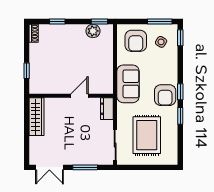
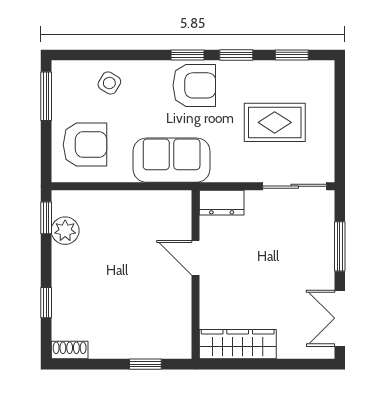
window: (180, 38) -> (292, 55), moved
side table: (161, 42) -> (109, 83), moved
rug: (147, 135) -> (275, 122), width x0.73, depth x0.70
double door: (49, 167) -> (340, 318), swing flipped

